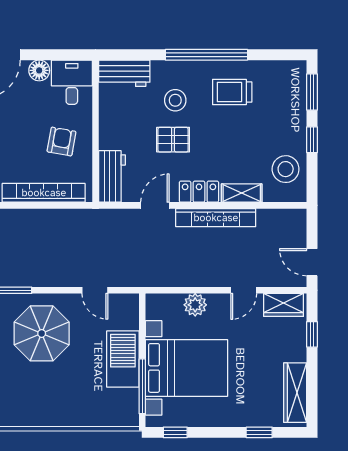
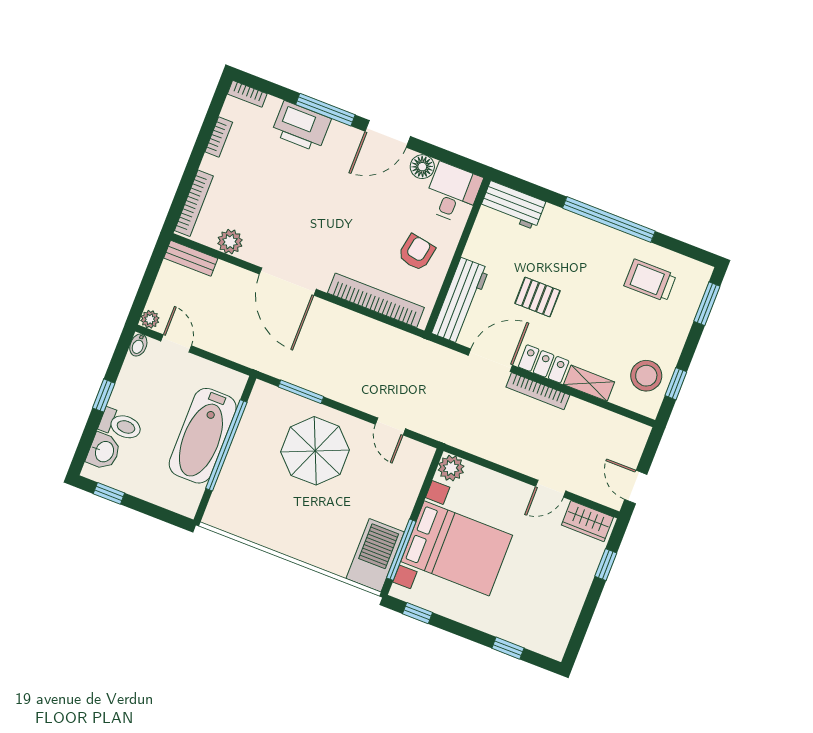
trolley: (232, 92) -> (650, 280), moved
stool: (175, 100) -> (556, 256), removed
window: (312, 140) -> (676, 384), moved
workbench: (112, 176) -> (460, 301), width x1.38
door: (155, 205) -> (490, 360), width x1.38
bookcase: (216, 218) -> (538, 391), width x0.68, depth x0.76
plant: (195, 305) -> (451, 468), moved
barbecue: (123, 359) -> (375, 555), moved
wardrobe: (295, 393) -> (563, 620), removed

